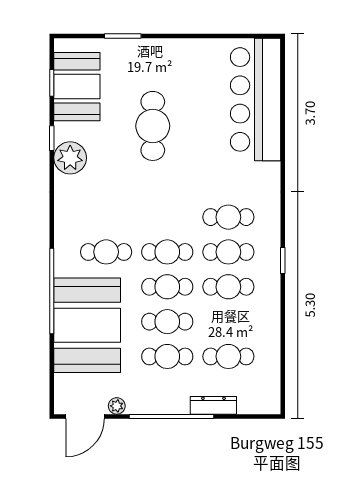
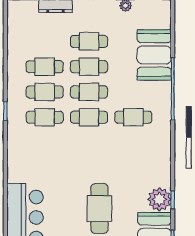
plant: (70, 158) -> (159, 199), moved
cafe table: (228, 217) -> (45, 142), removed
booth: (87, 325) -> (154, 55), width x0.73, depth x0.70
cafe table: (228, 356) -> (45, 67), moved

